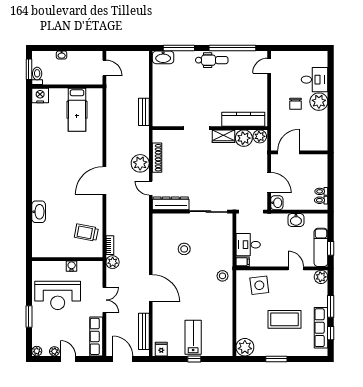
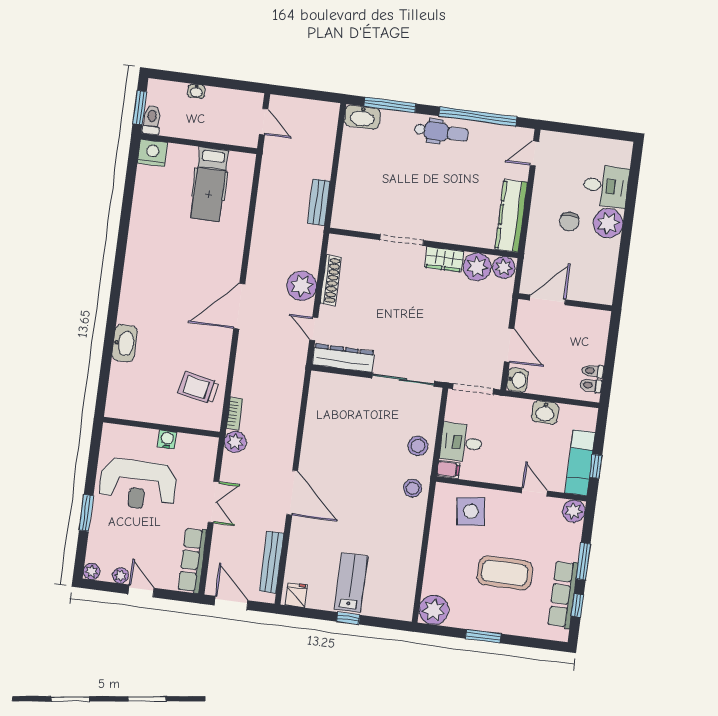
kitchen counter: (243, 119) -> (511, 216), moved, turned -90
stool: (184, 249) -> (418, 446), moved

